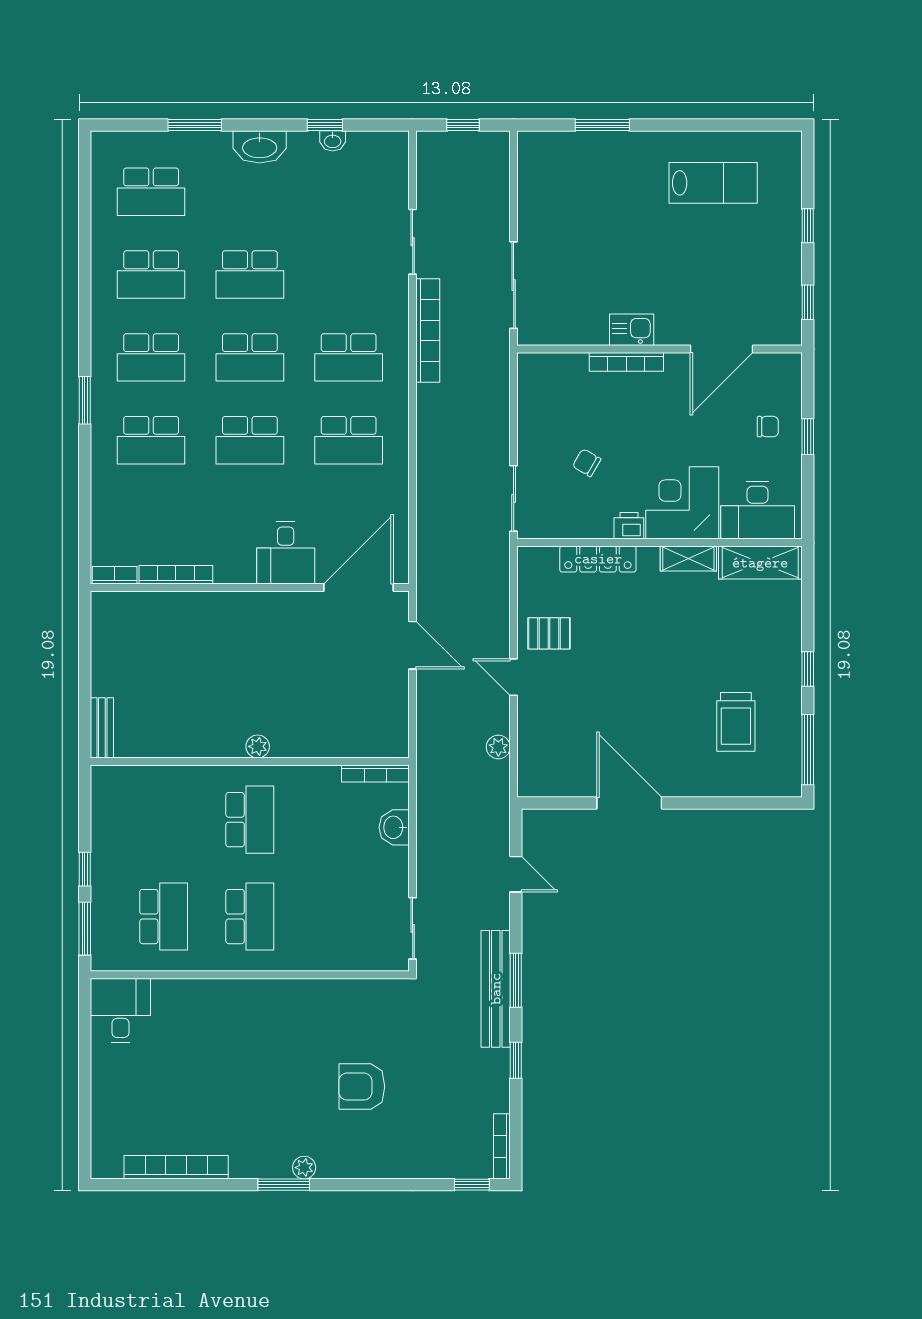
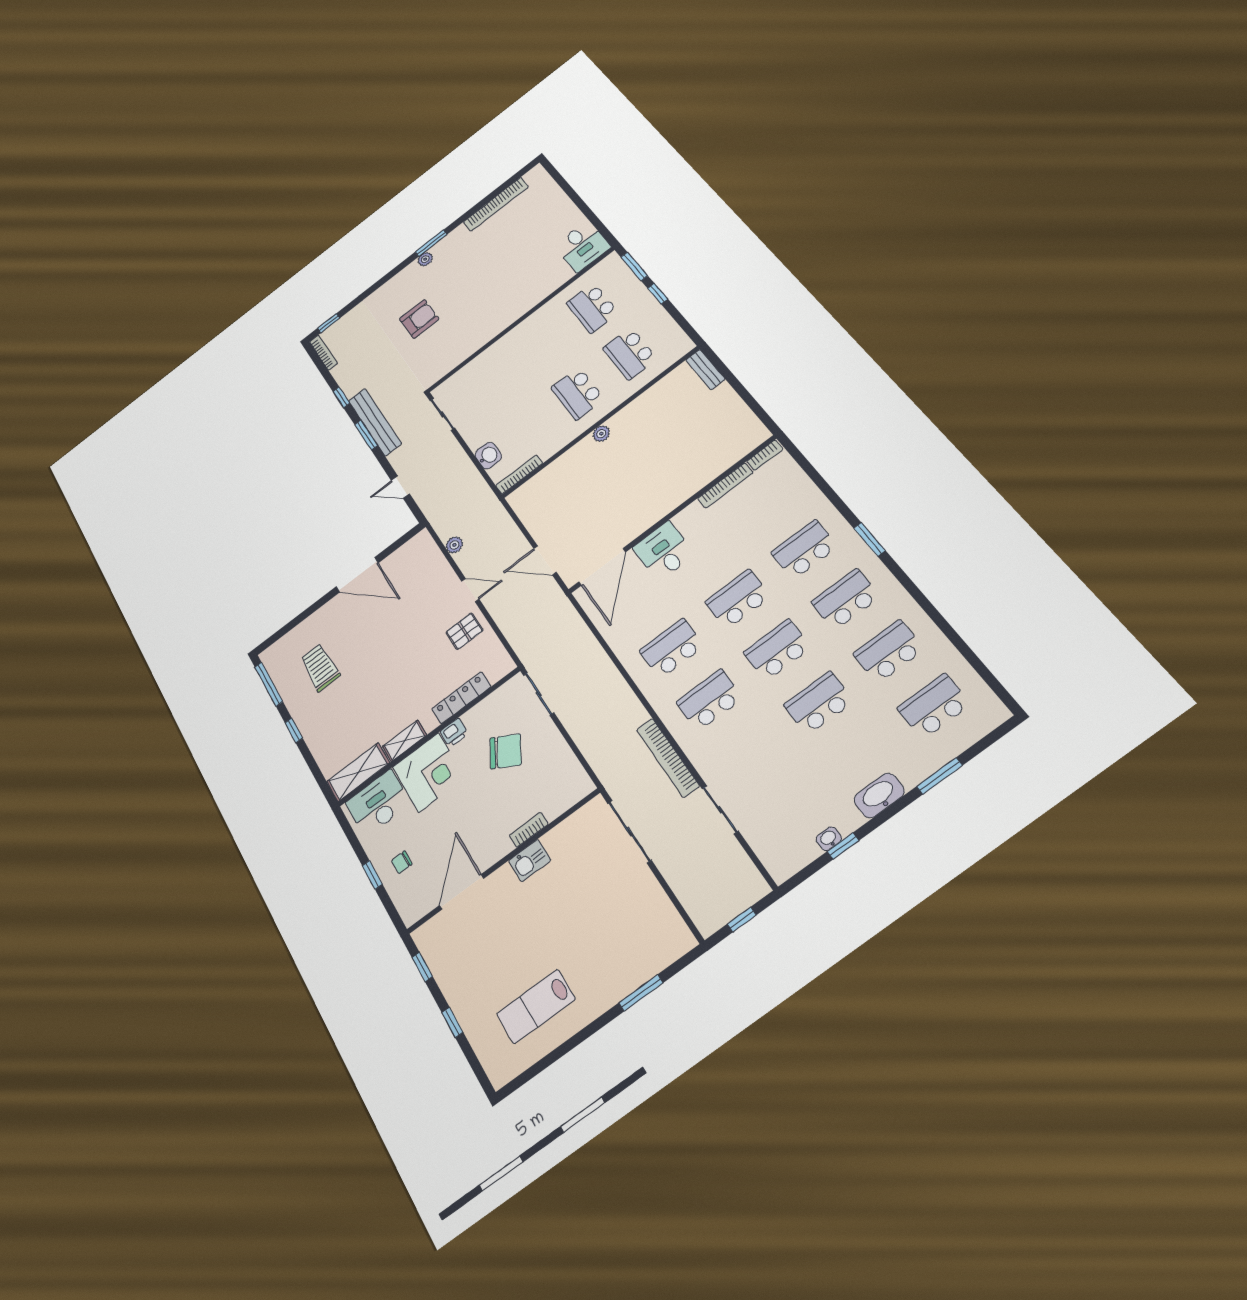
bookcase: (626, 362) -> (529, 830), width x0.64
chair: (587, 463) -> (506, 751), width x1.87, depth x1.87
school desk: (250, 917) -> (630, 353), moved

